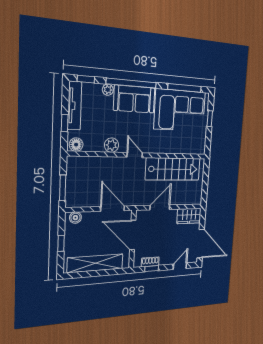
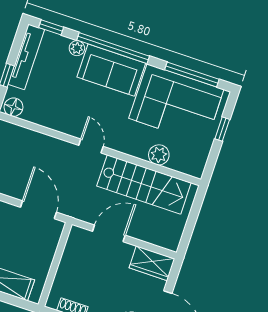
plant: (112, 145) -> (159, 155), moved
door: (133, 235) -> (57, 258), removed

